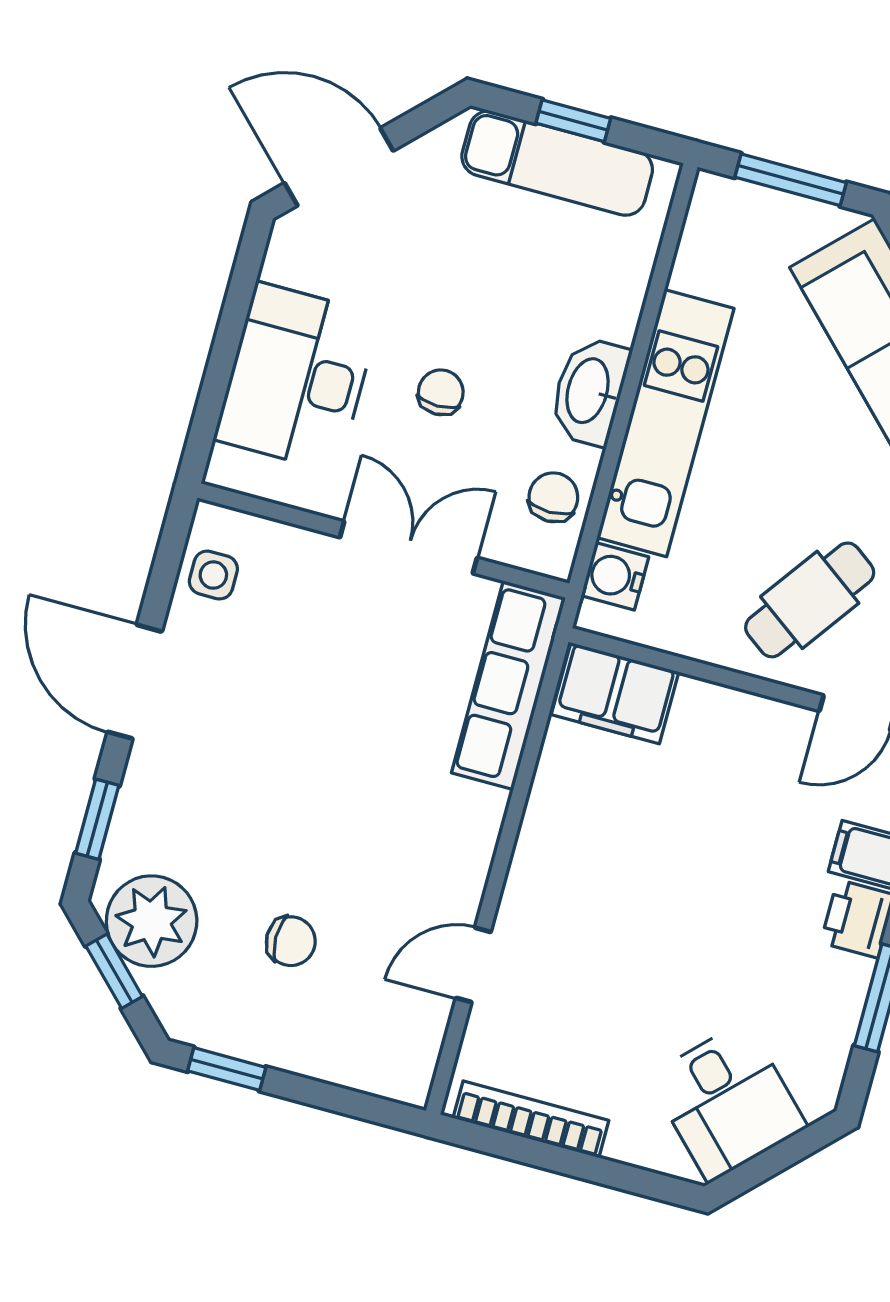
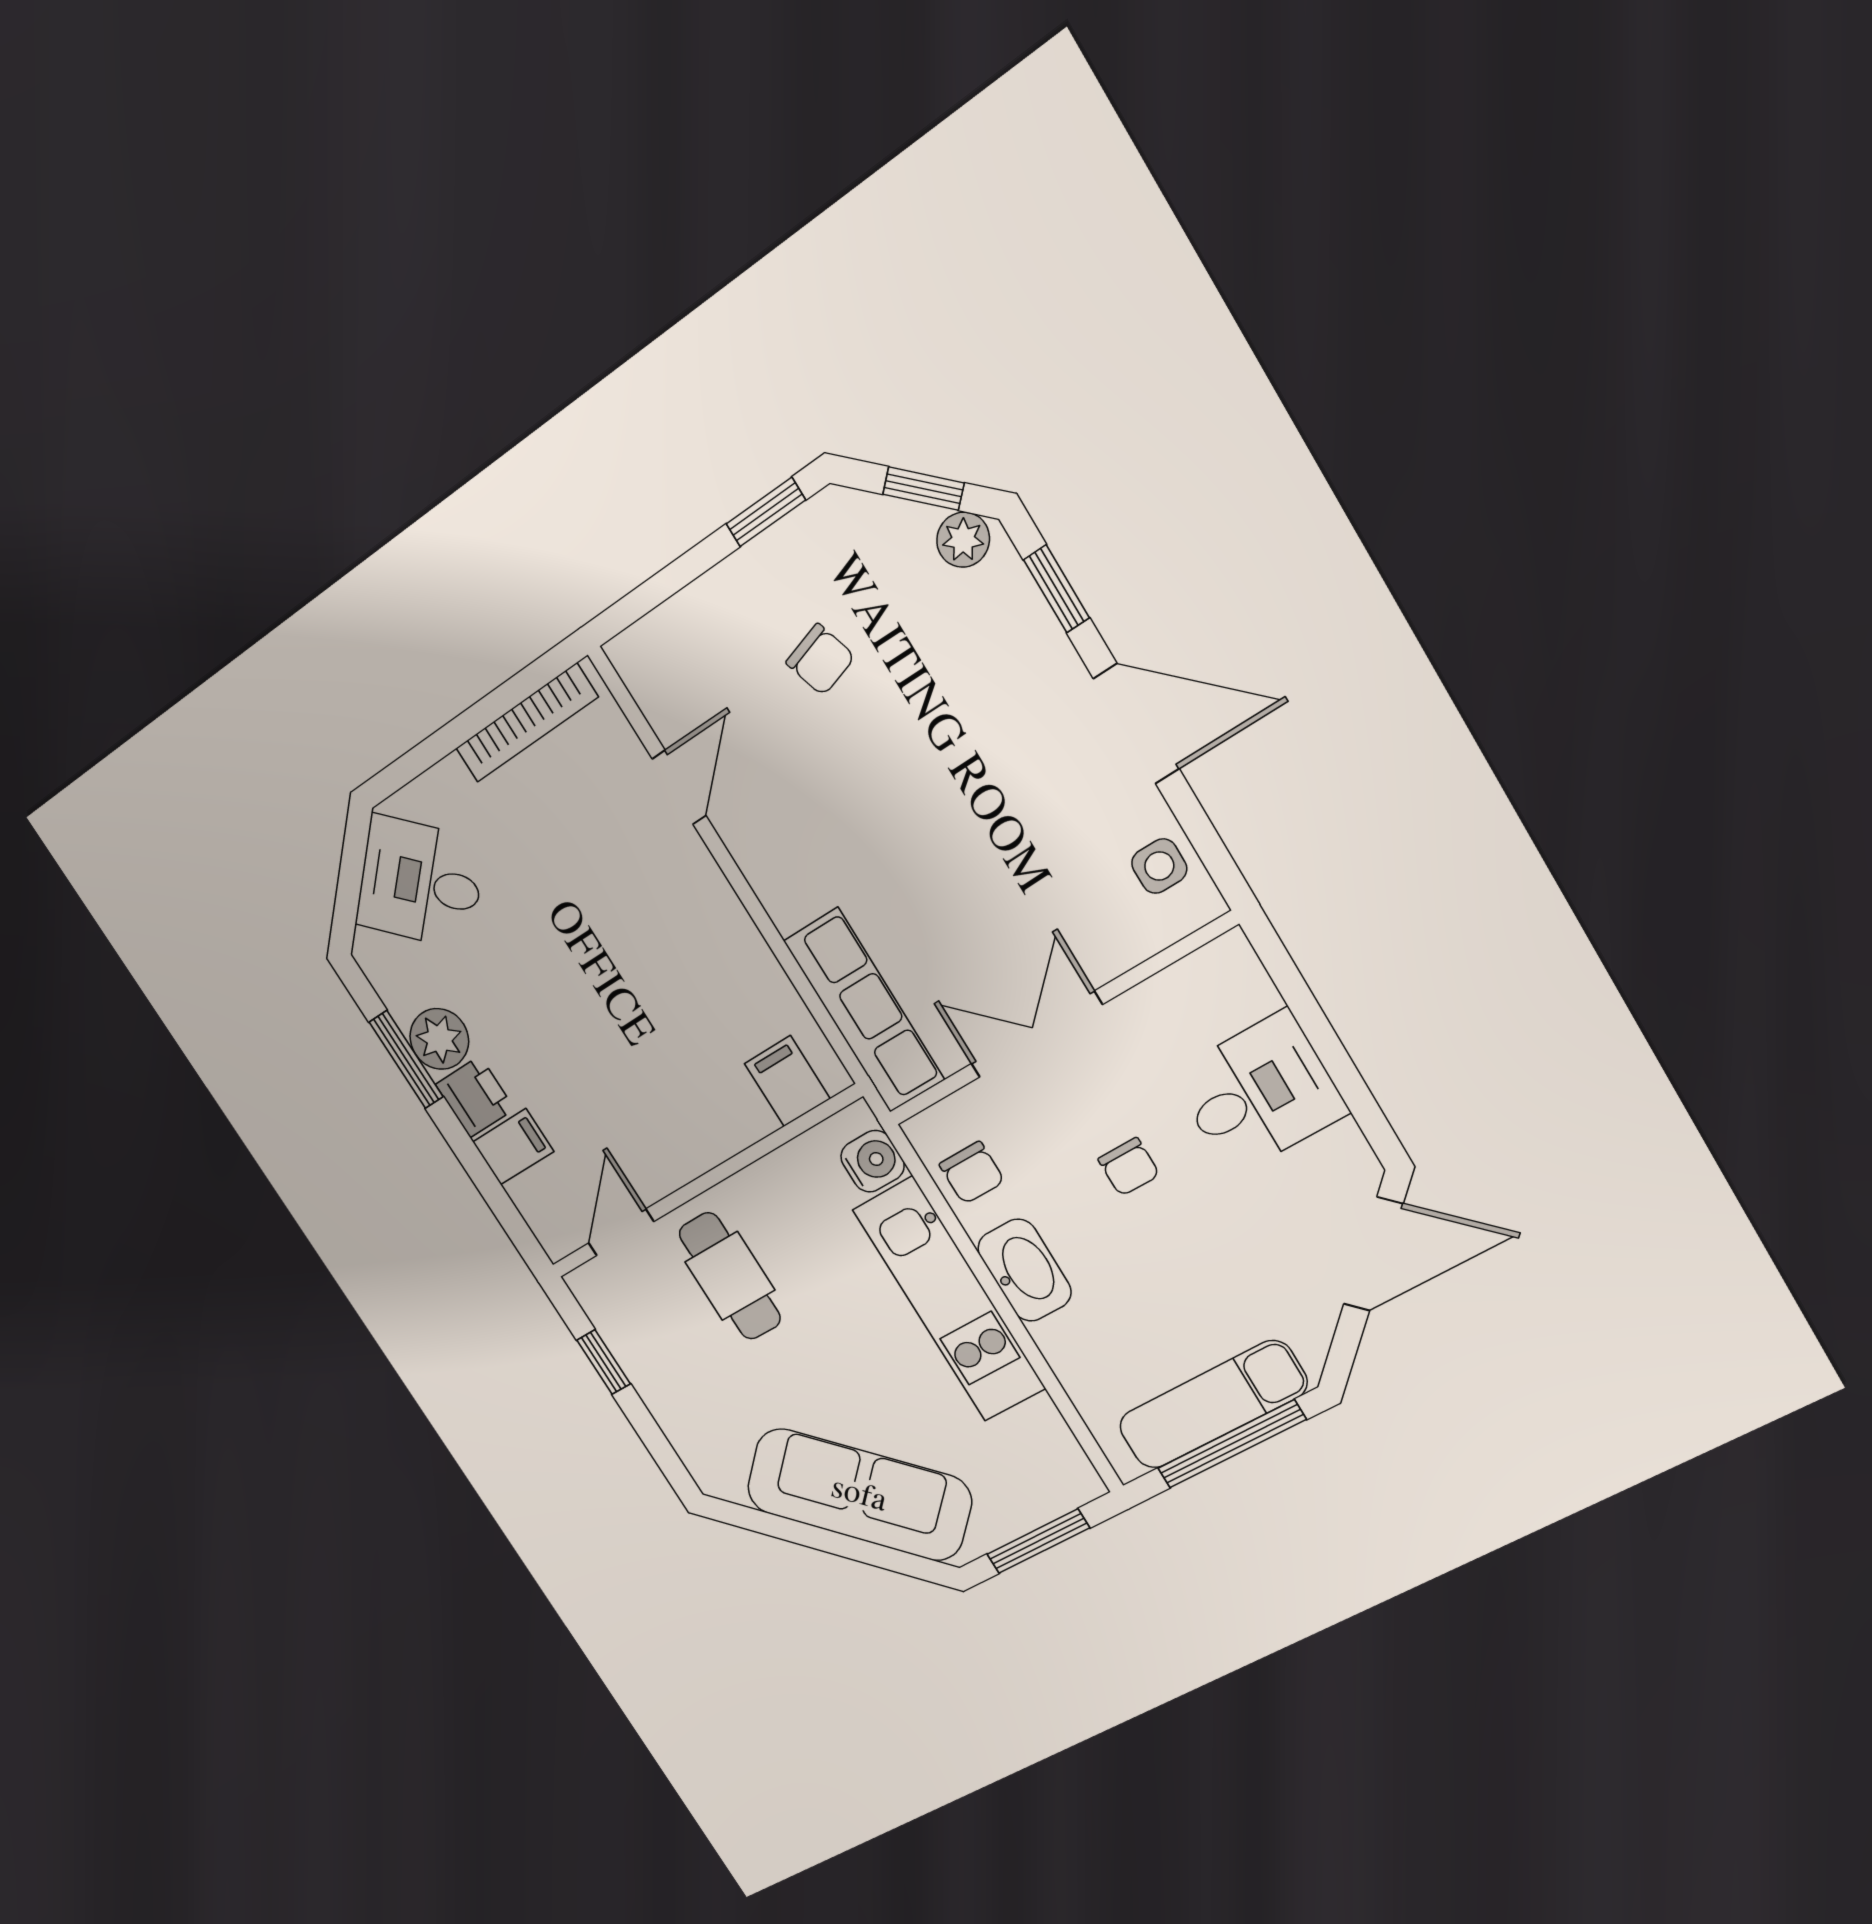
window: (573, 121) -> (1232, 1444), width x2.17
desk: (297, 377) -> (1259, 1093), width x0.73
double door: (409, 547) -> (1036, 1034), swing flipped
cafe table: (810, 600) -> (730, 1276), turned -36
filing cabinet: (615, 693) -> (787, 1081), width x0.50
plant: (152, 921) -> (963, 540), width x0.53, depth x0.53
chair: (291, 941) -> (820, 660), turned -107
plant: (838, 985) -> (439, 1039), added

